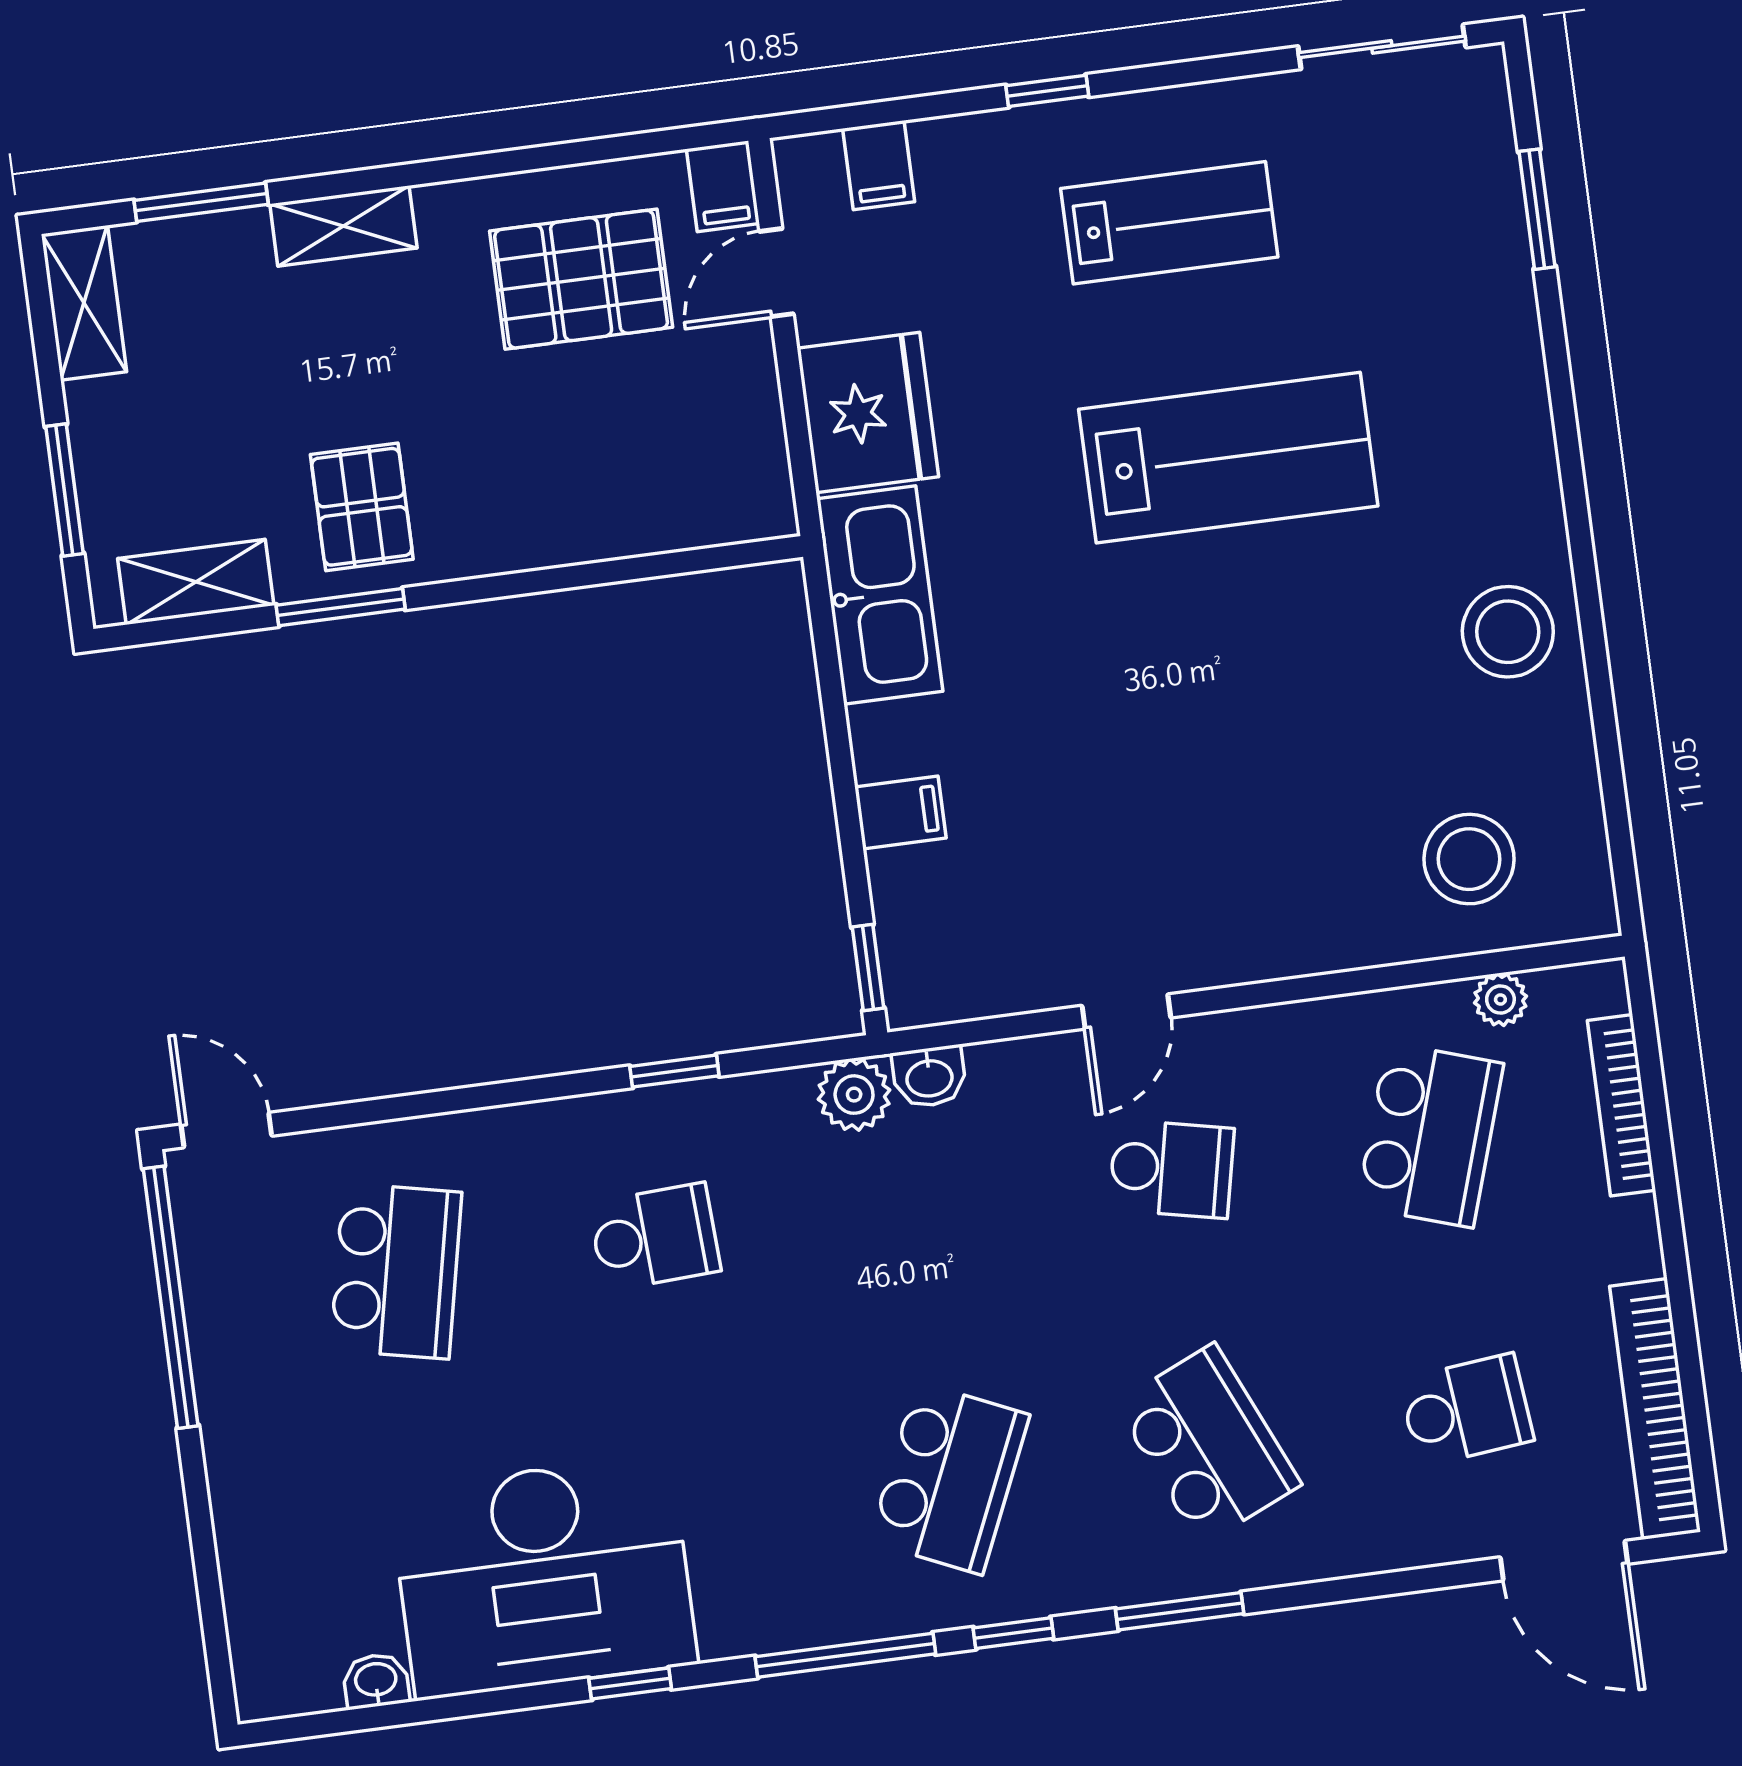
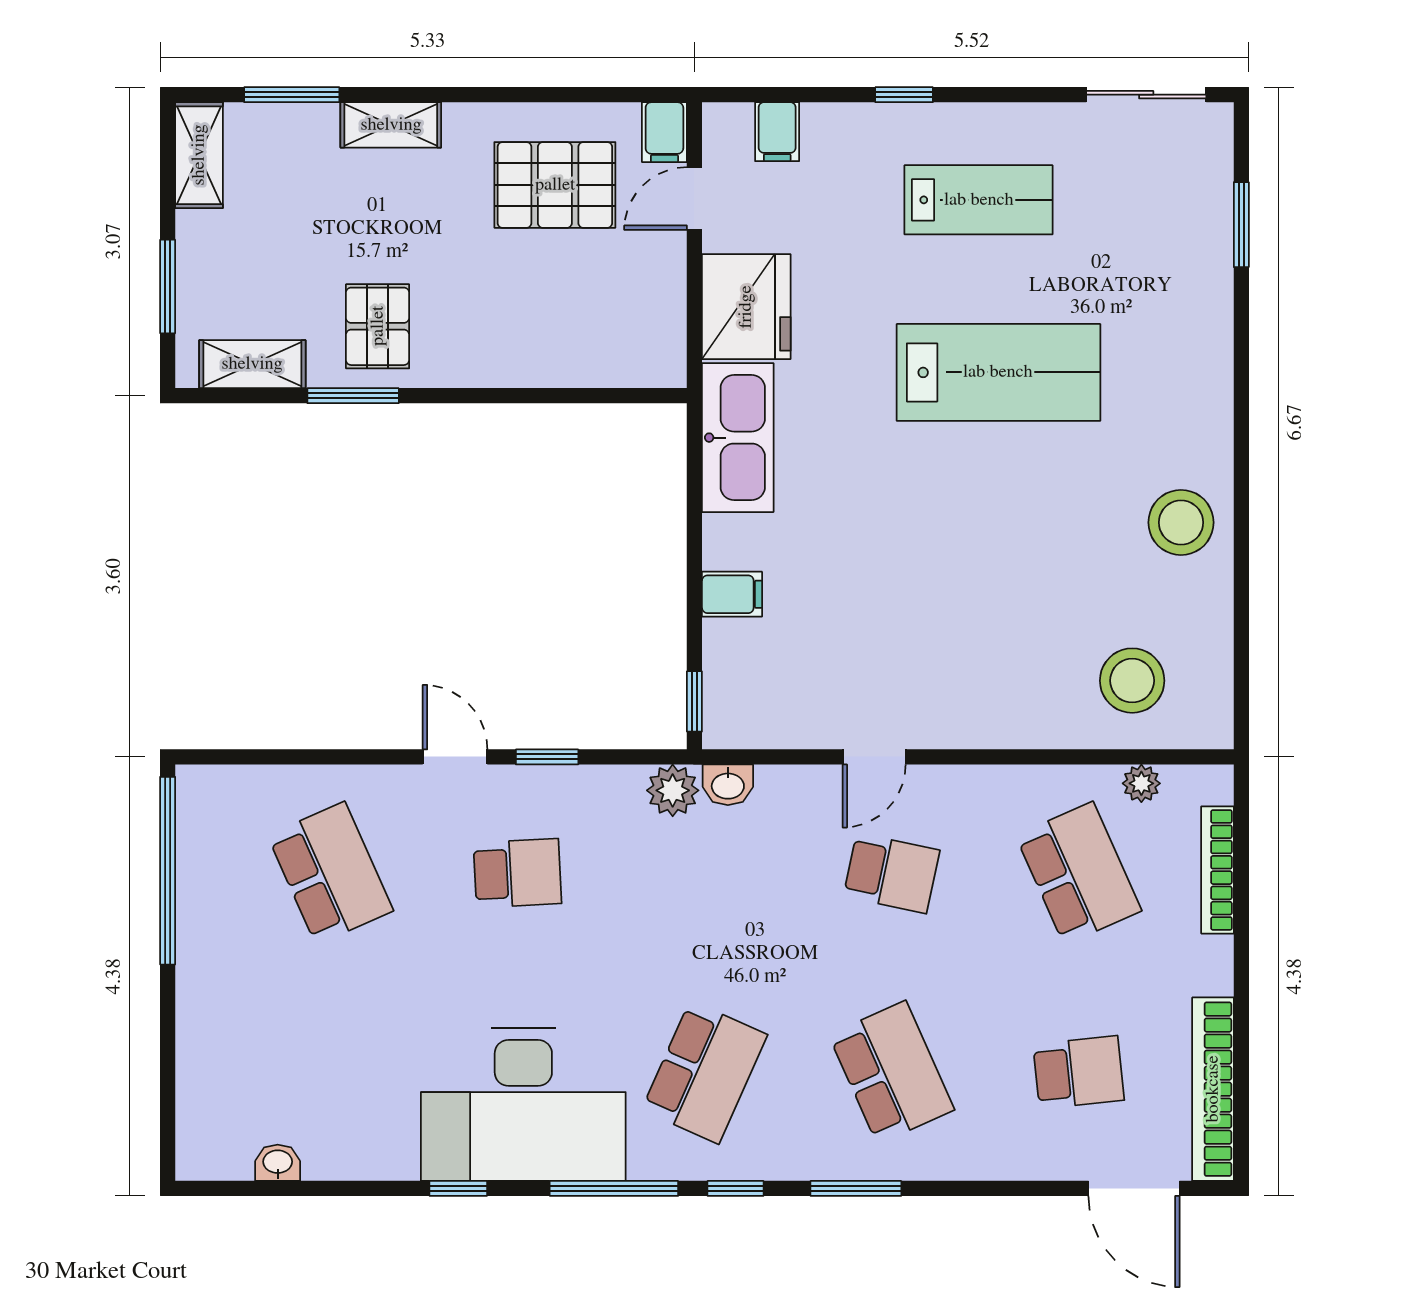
door: (226, 1130) -> (455, 757), moved
school desk: (1430, 1135) -> (1079, 873), turned -42
school desk: (396, 1271) -> (330, 873), turned -36
desk: (543, 1577) -> (523, 1104), moved

